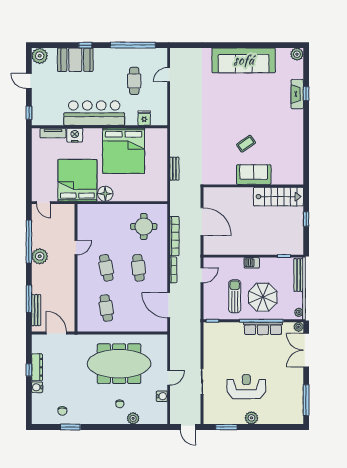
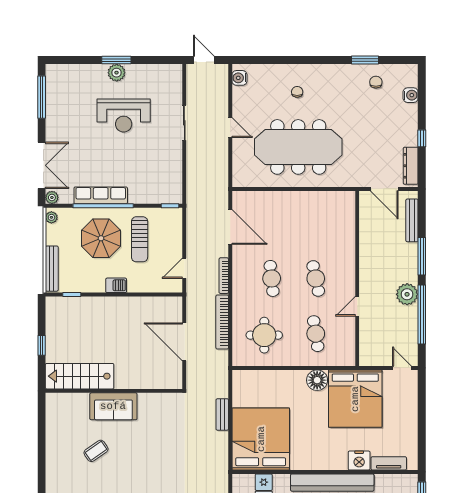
coffee table: (246, 144) -> (96, 451), moved
bed: (124, 151) -> (261, 439), moved
window: (29, 299) -> (422, 256), moved
cafe table: (106, 308) -> (316, 334), moved
dresser: (37, 367) -> (411, 166), moved
door: (169, 378) -> (230, 128), swing flipped
water cooler: (37, 387) -> (411, 95), moved
water cooler: (162, 396) -> (239, 78), moved
plant: (133, 418) -> (279, 72), removed
window: (226, 427) -> (116, 60), moved

